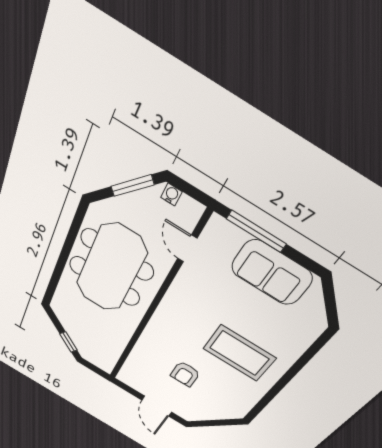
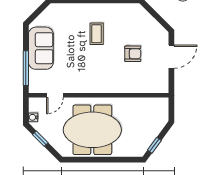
window: (132, 186) -> (40, 139), width x0.67
window: (68, 342) -> (154, 145), moved
coffee table: (239, 353) -> (97, 34), width x0.54, depth x0.58

